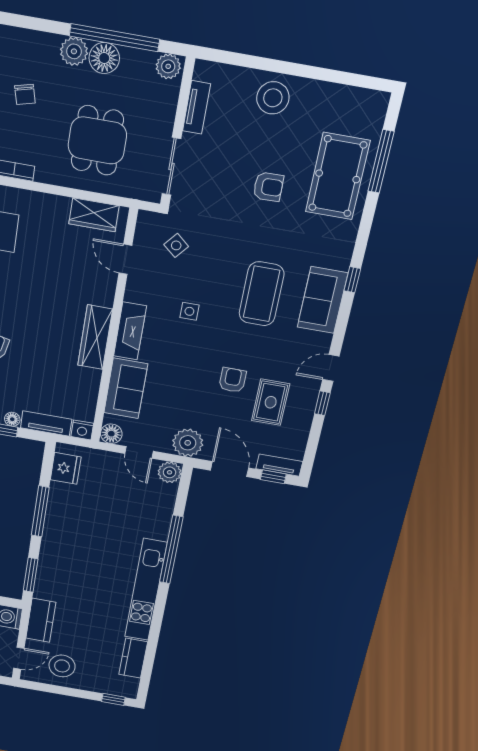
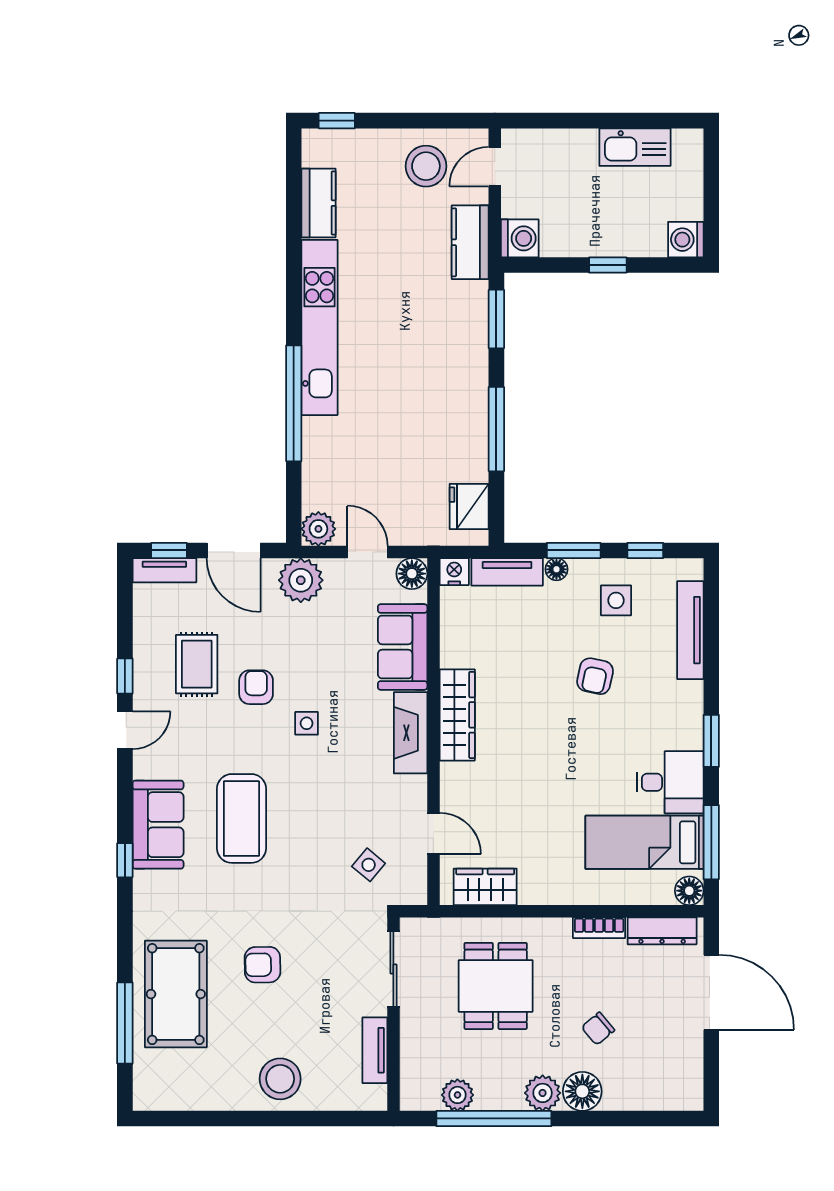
floor lamp: (104, 58) -> (582, 1091), moved
plant: (168, 66) -> (457, 1095), moved
chair: (25, 94) -> (598, 1029), turned -116
side table: (189, 311) -> (307, 723), moved
armchair: (233, 380) -> (256, 687), turned 180

